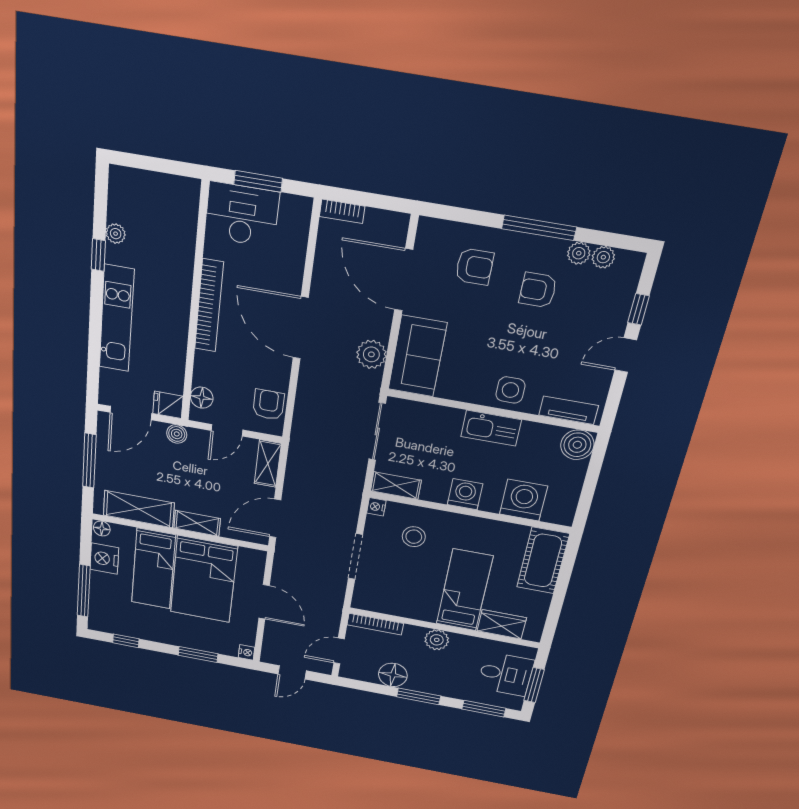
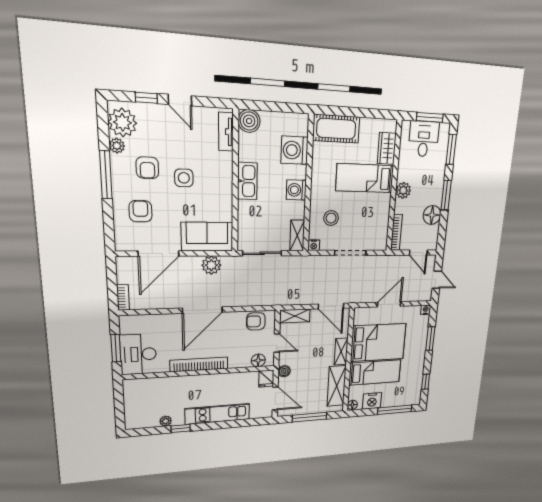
plant: (603, 257) -> (122, 122), width x1.87, depth x1.87
side table: (510, 390) -> (184, 178), moved

